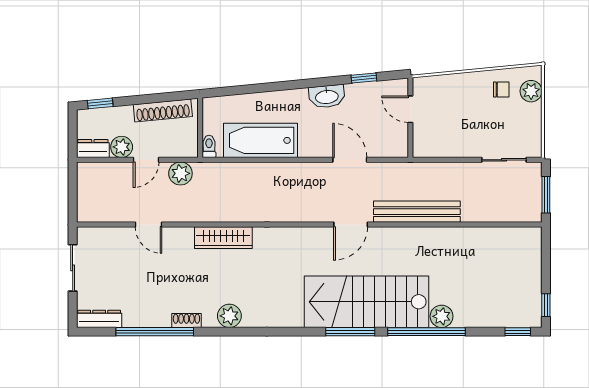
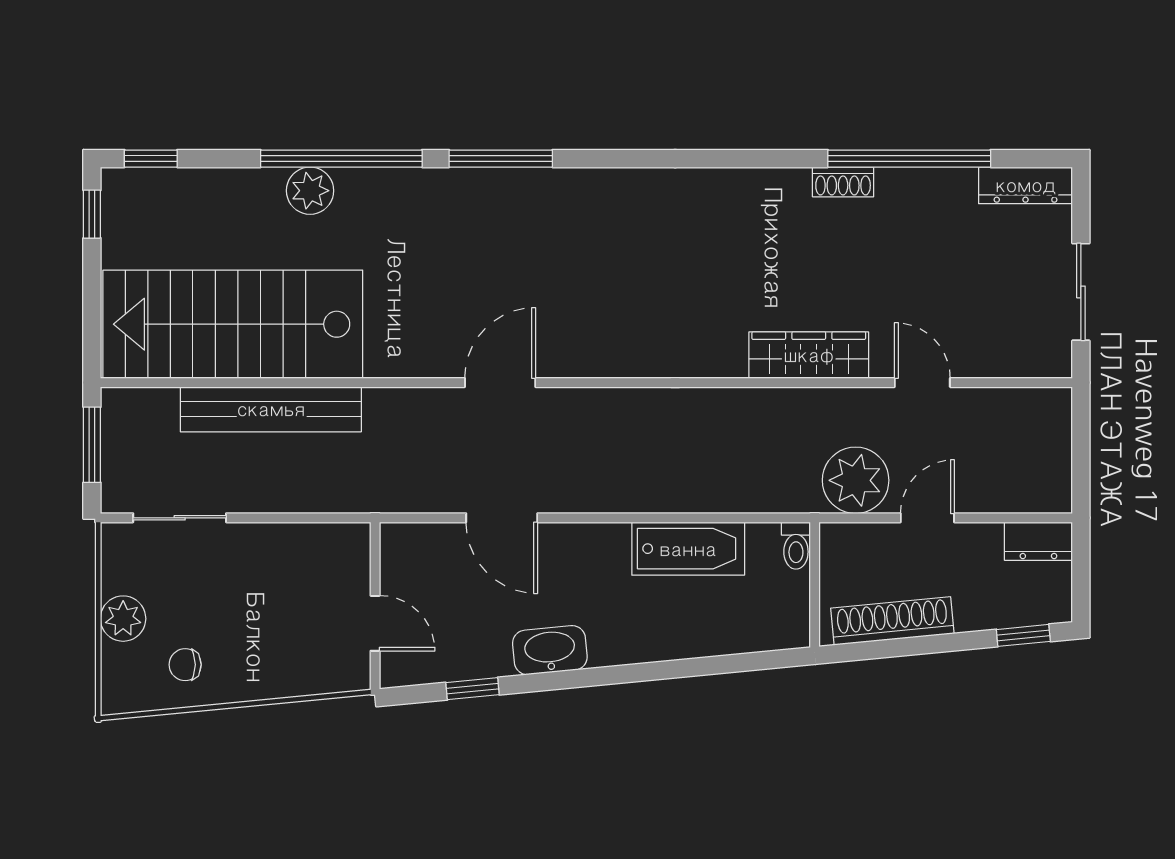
plant: (531, 91) -> (123, 619), moved
bathtub: (261, 140) -> (688, 549), width x0.73, depth x0.73
plant: (122, 147) -> (979, 545), removed
plant: (180, 173) -> (856, 480), width x1.36, depth x1.36
bench: (417, 212) -> (271, 409), moved
wardrobe: (223, 238) -> (809, 355), moved
stairs: (366, 302) -> (233, 324), moved, turned 180
plant: (229, 316) -> (753, 192), removed

